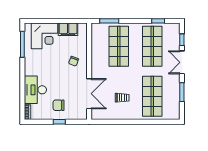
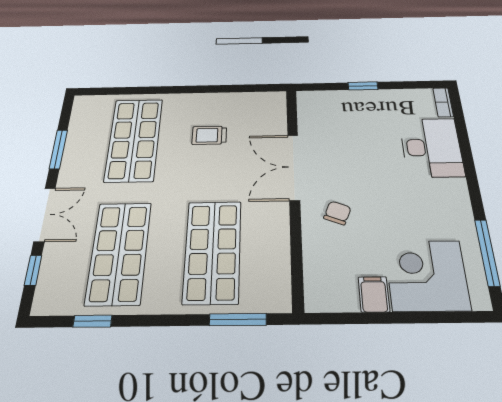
filing cabinet: (68, 29) -> (374, 294), width x0.50
double door: (89, 94) -> (294, 167), moved
chair: (59, 105) -> (368, 117), removed

